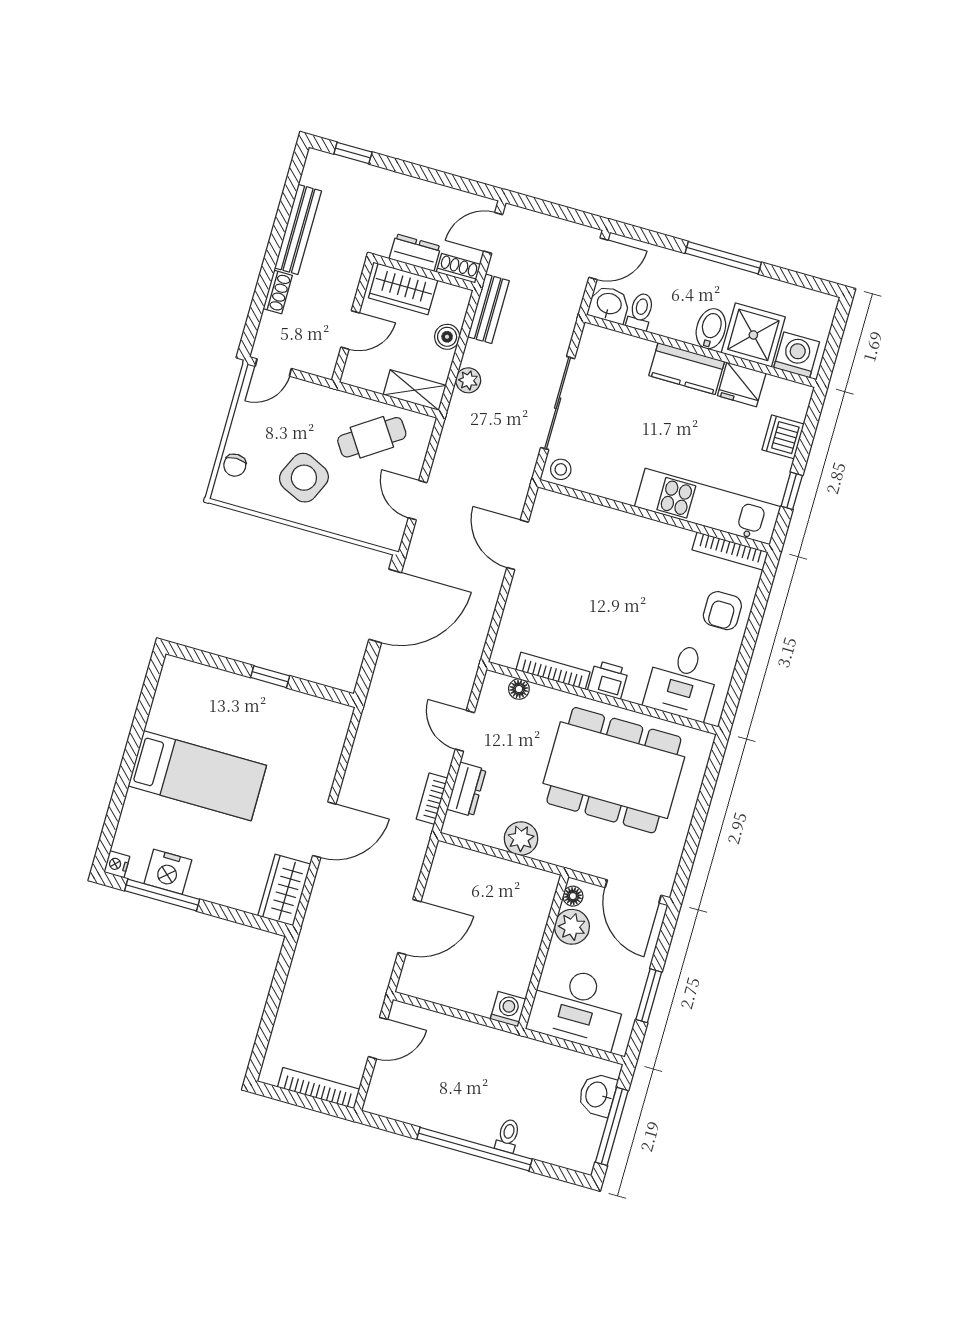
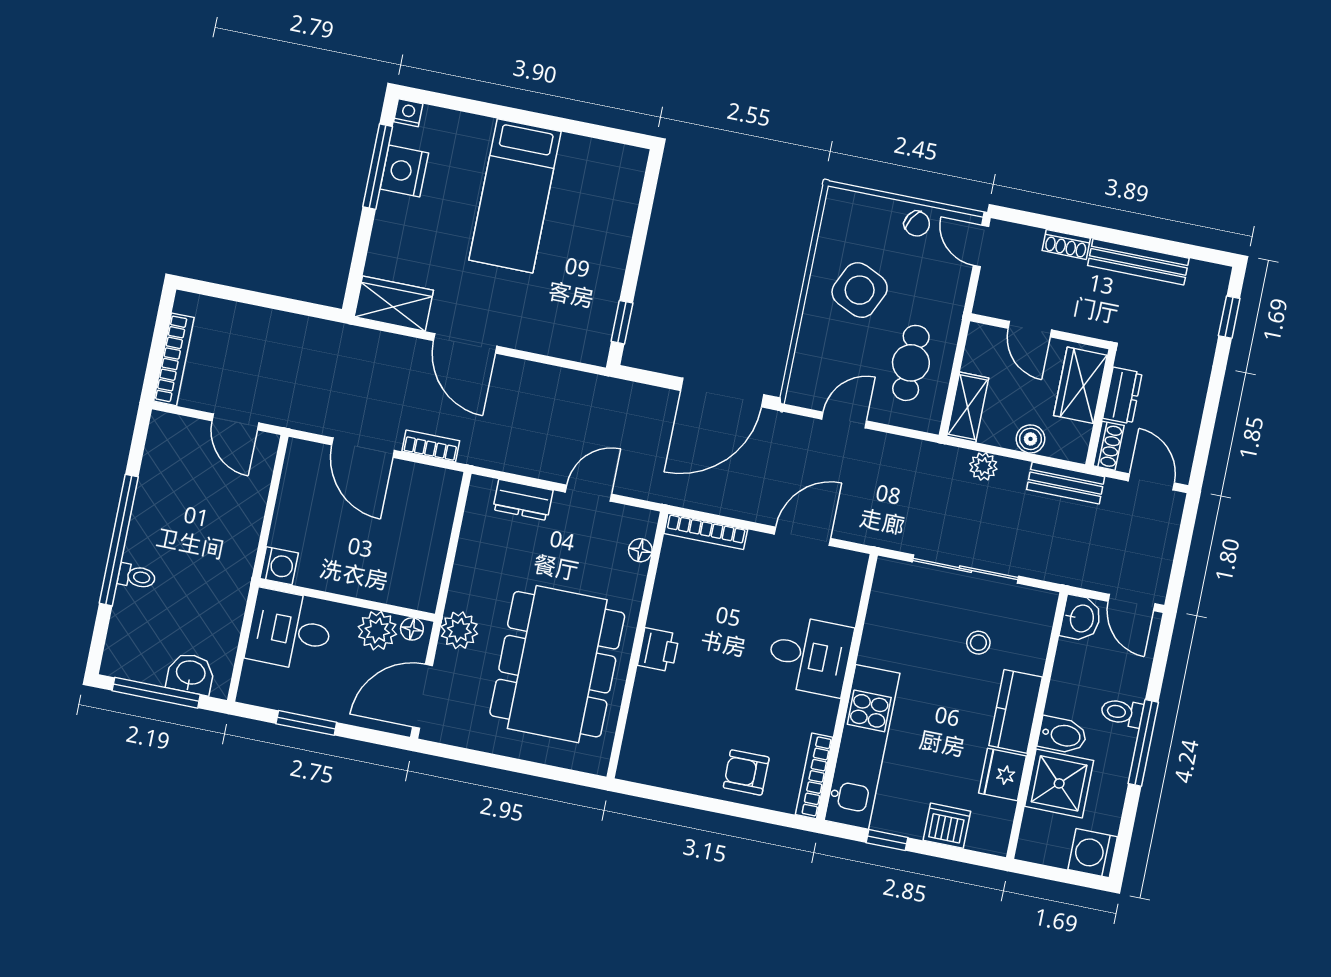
toilet: (641, 312) -> (1122, 713), moved, turned 180
washing machine: (797, 355) -> (1093, 853), moved, turned 180
cafe table: (372, 437) -> (911, 363), turned 34
chair: (235, 465) -> (917, 224), moved, turned -149
stool: (561, 469) -> (978, 643), moved
door: (385, 606) -> (722, 393), hinge flipped
bookcase: (553, 671) -> (706, 531), moved, turned 90
window: (270, 677) -> (622, 322), moved
desk: (682, 681) -> (809, 655), moved, turned 180
bookcase: (432, 799) -> (431, 446), moved
plant: (521, 839) -> (459, 630), moved
desk: (577, 1007) -> (290, 630), width x0.73

